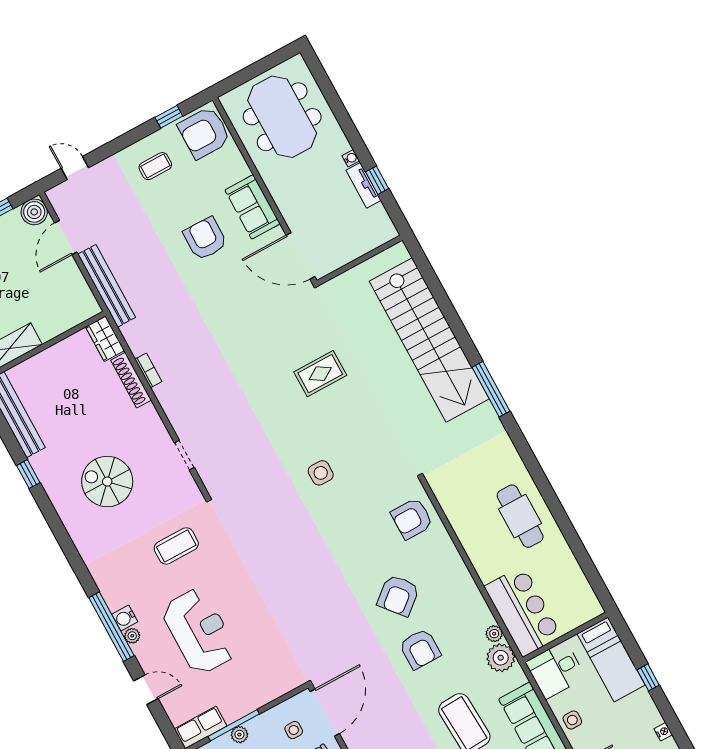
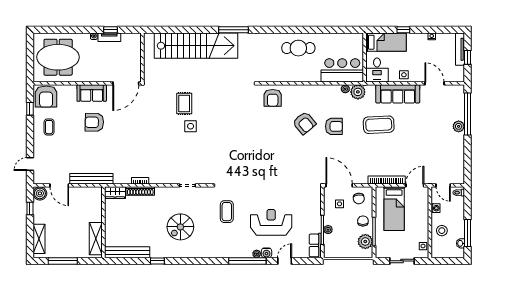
side table: (321, 473) -> (191, 126), moved
water cooler: (125, 618) -> (266, 253), moved

